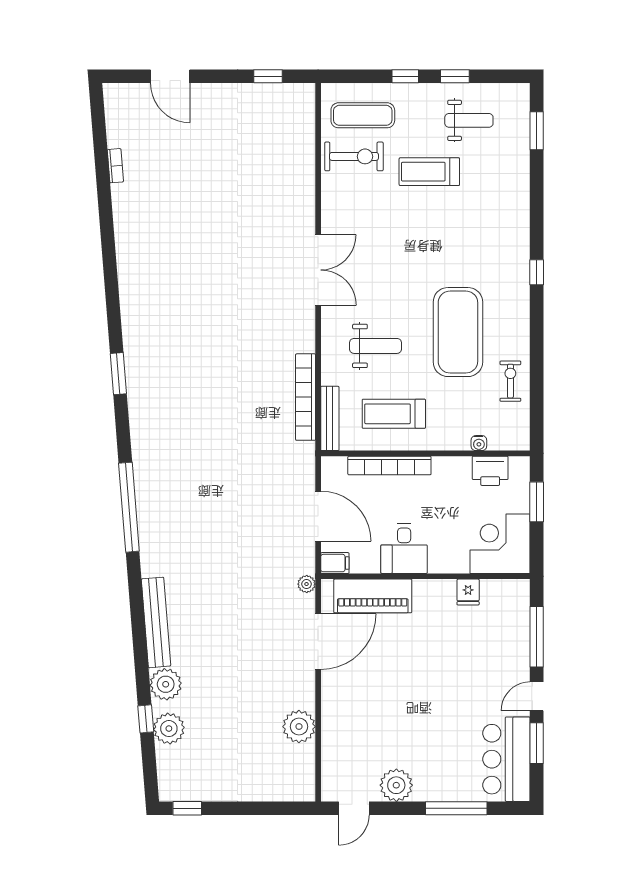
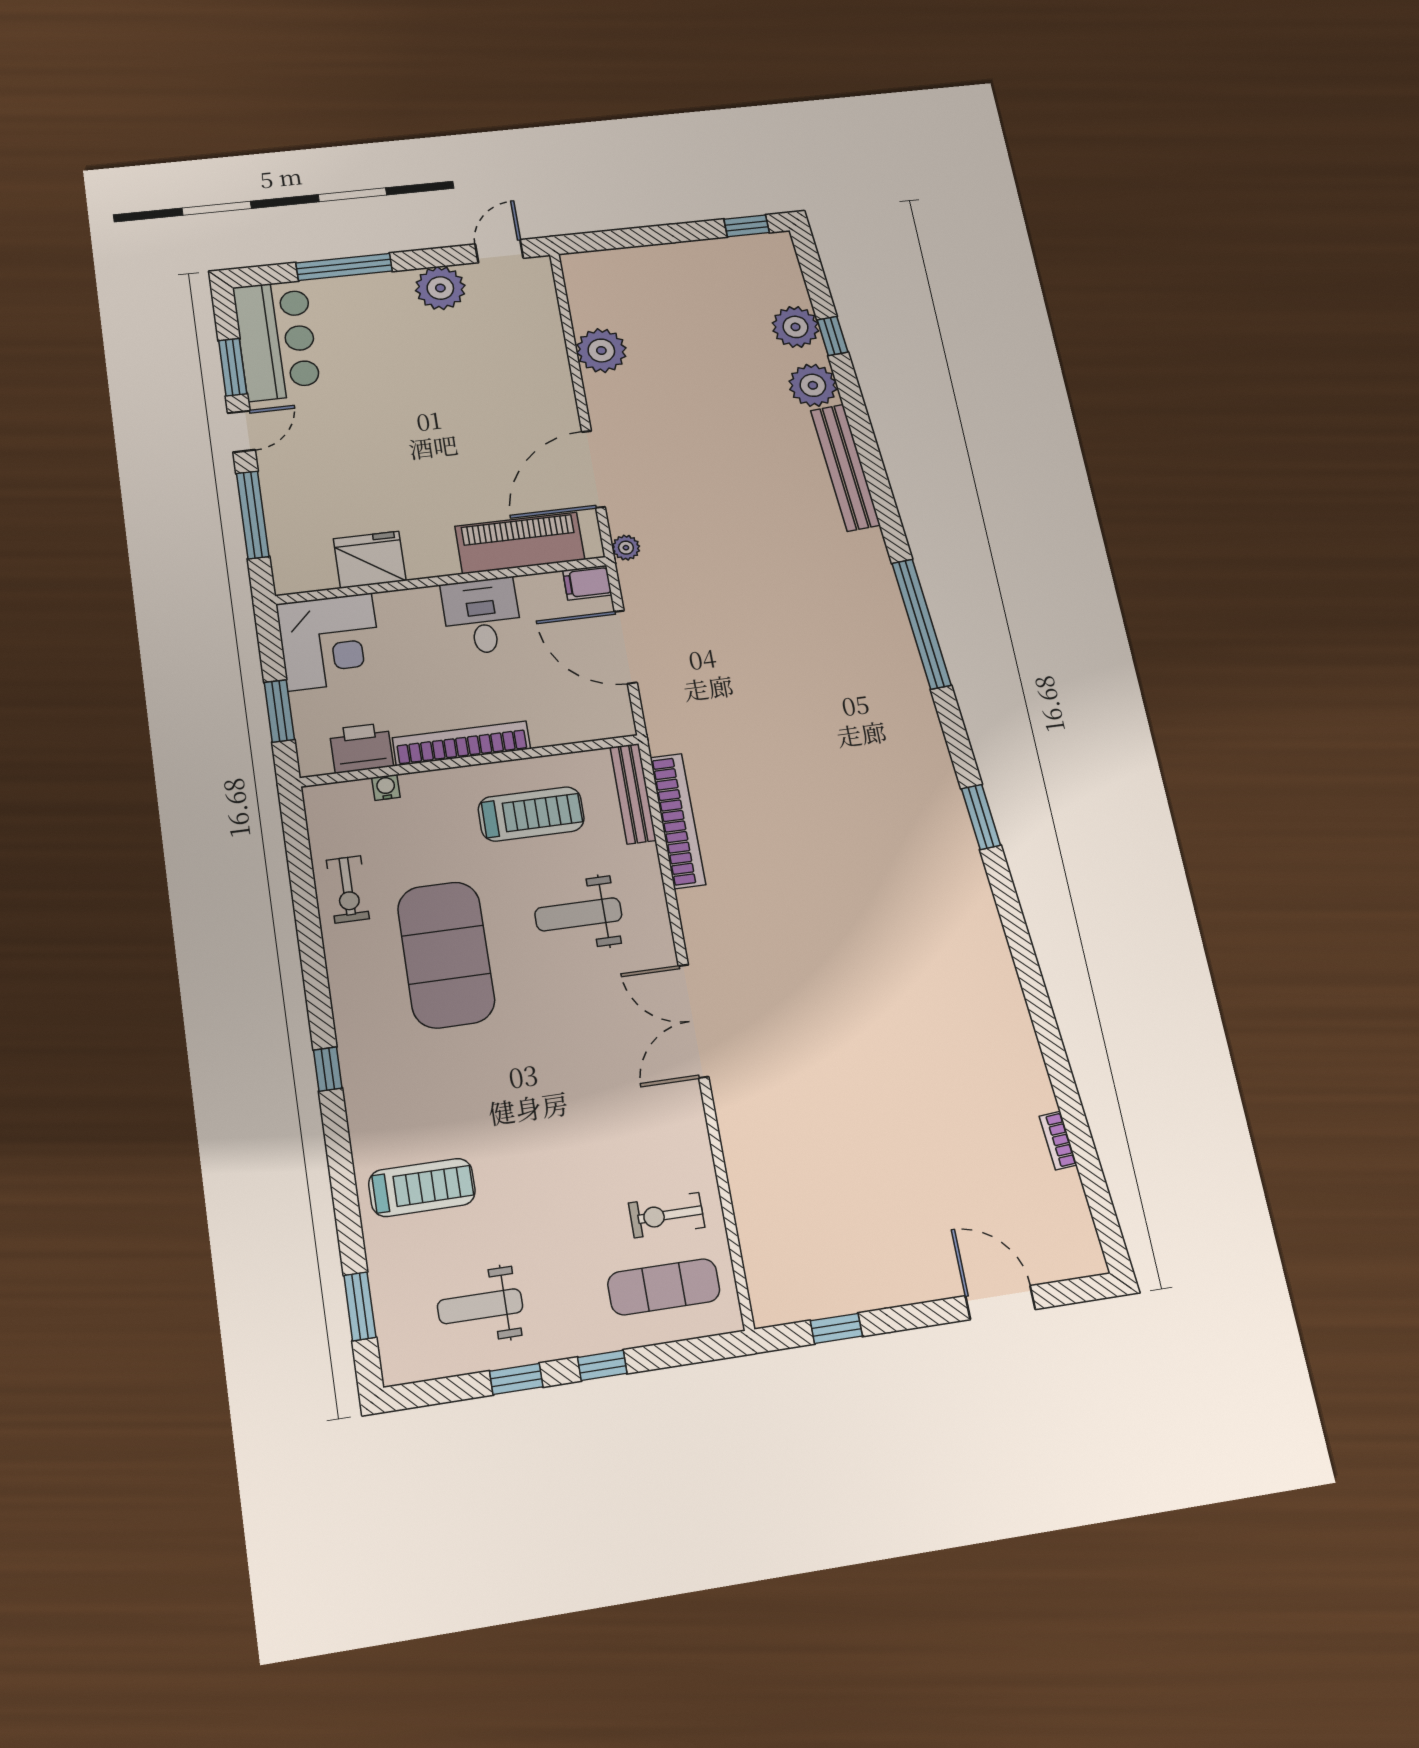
exercise bike: (354, 156) -> (667, 1215), width x0.73, depth x0.72
treadmill: (429, 172) -> (422, 1187), moved
bookcase: (389, 466) -> (462, 743), moved
fridge: (468, 592) -> (370, 560), width x1.88, depth x1.34

